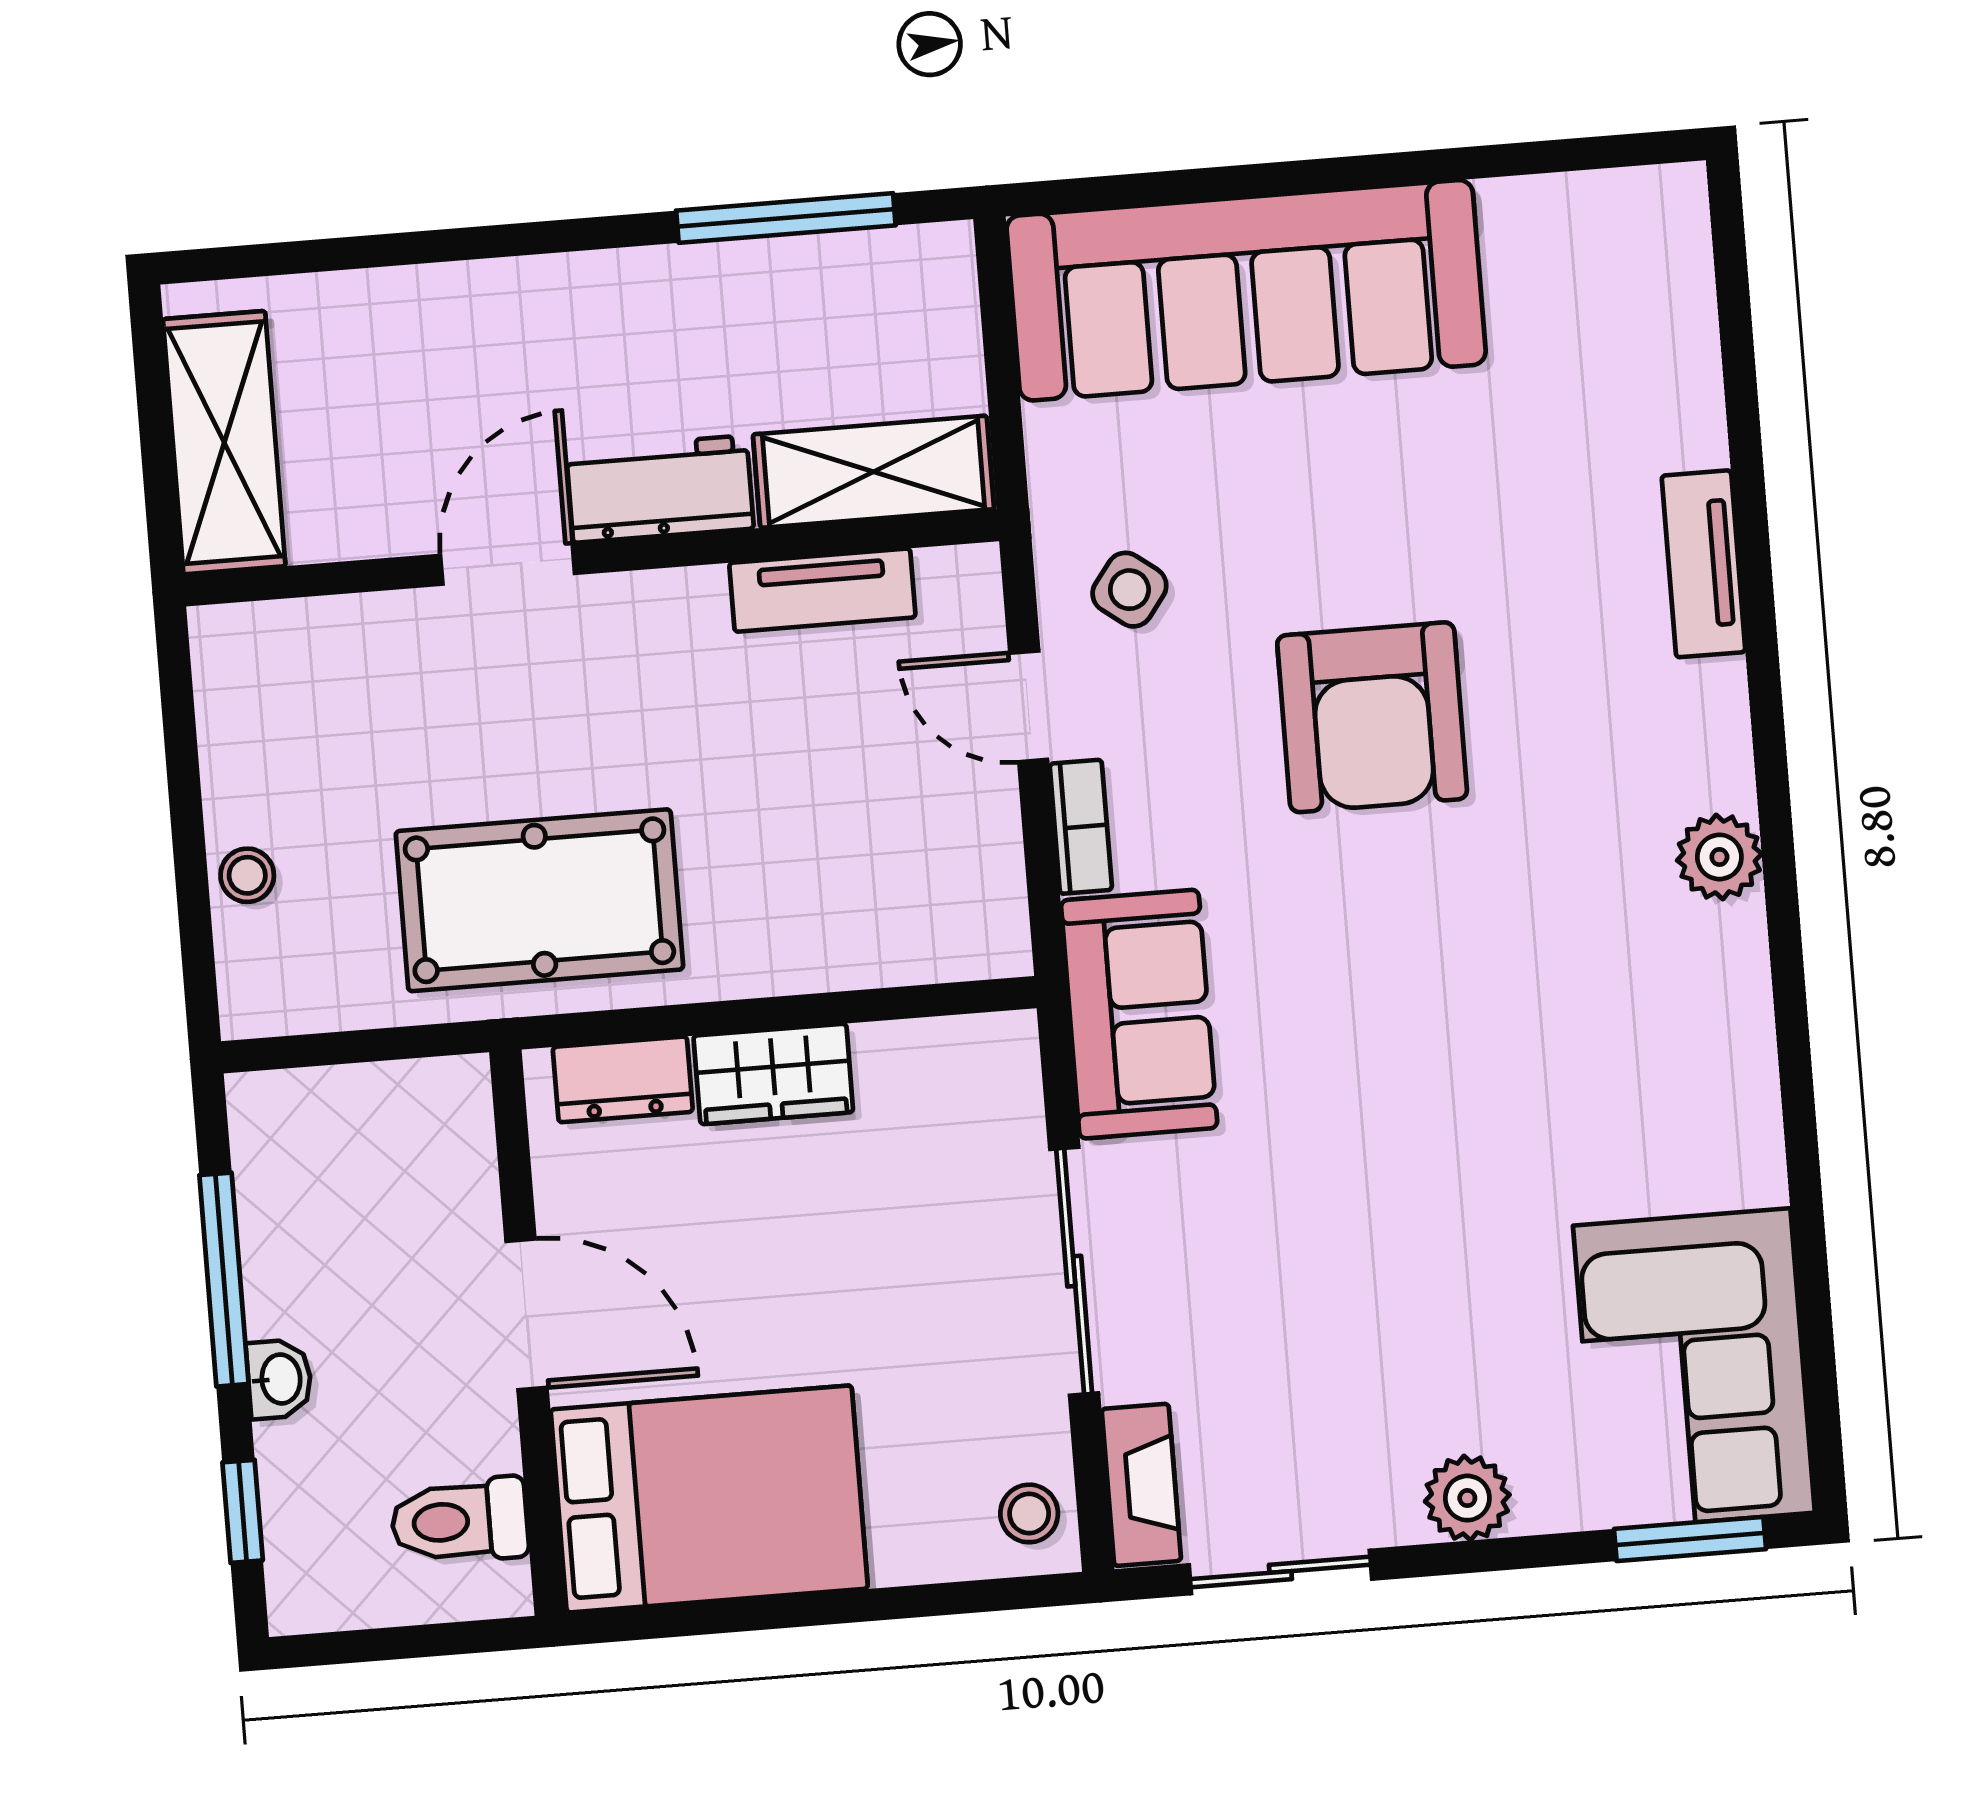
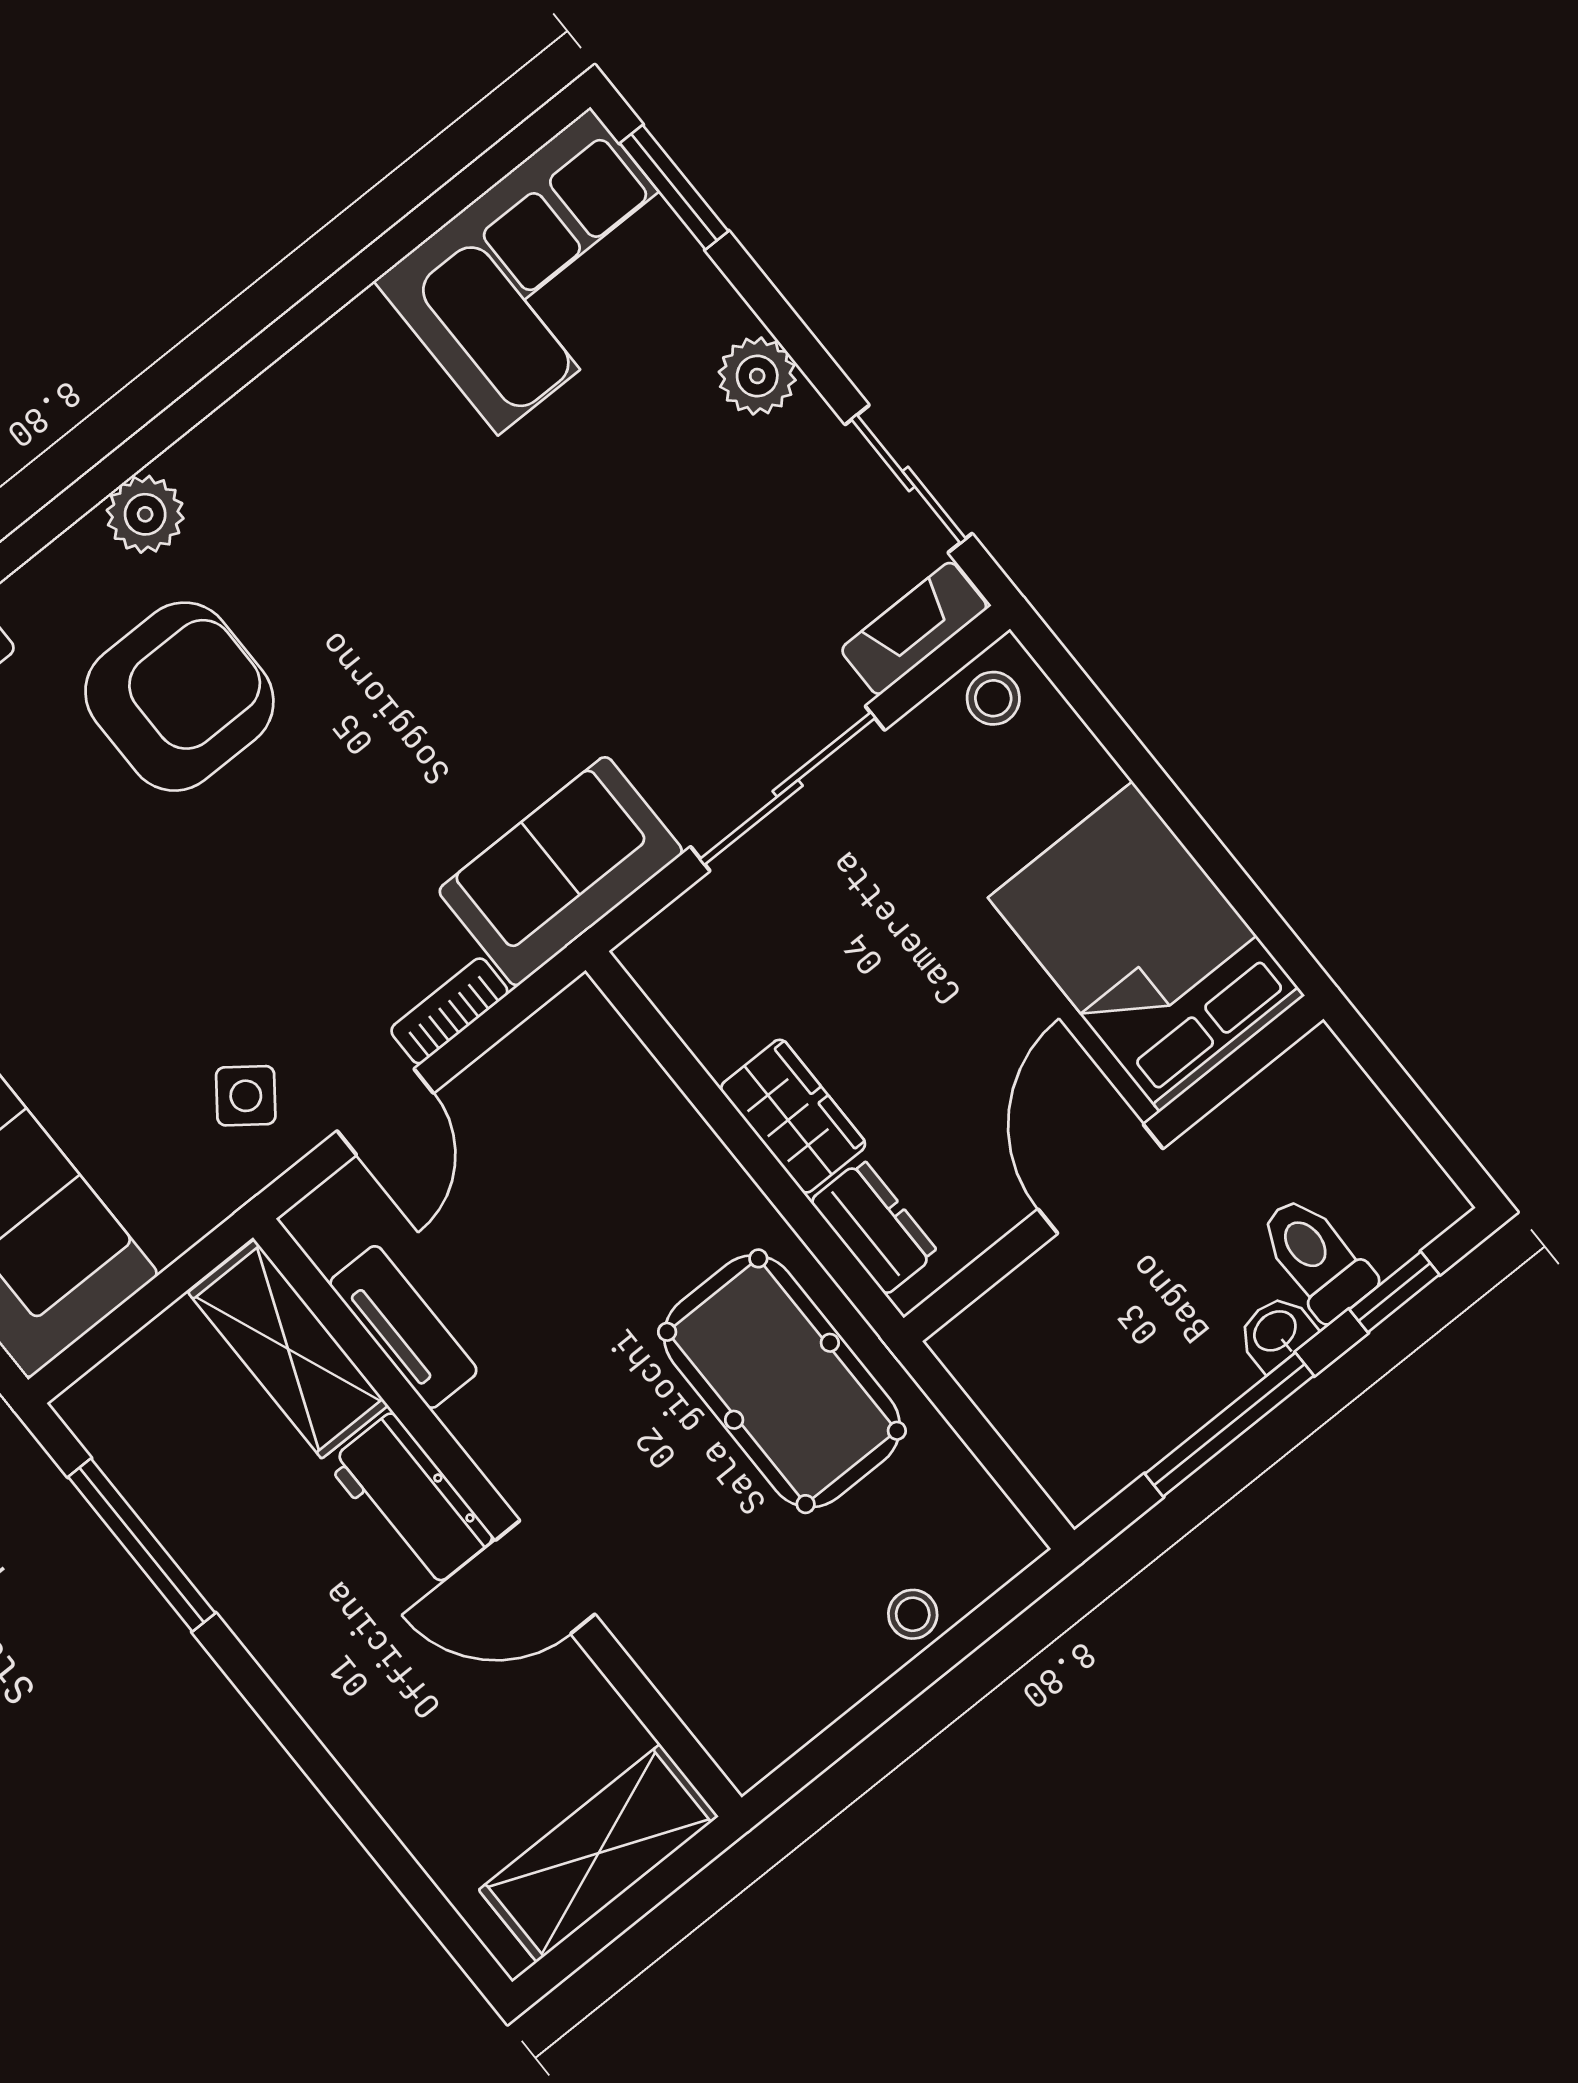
armchair: (1372, 717) -> (179, 697), moved
toilet: (460, 1521) -> (1316, 1258), moved, turned 180

